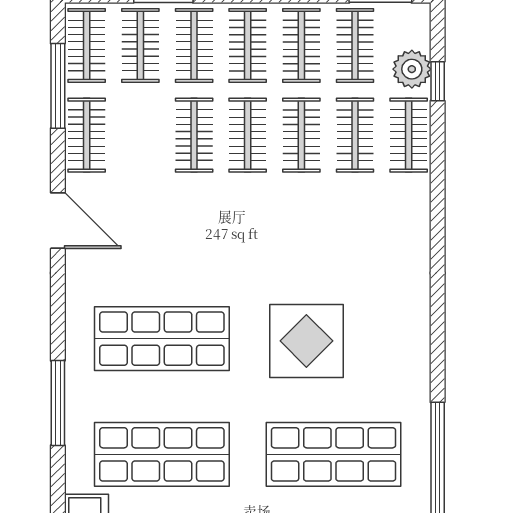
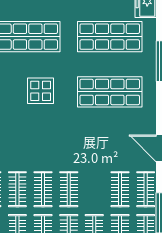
clothes rail: (194, 135) -> (120, 189), moved
display table: (306, 341) -> (41, 91), width x0.73, depth x0.73

